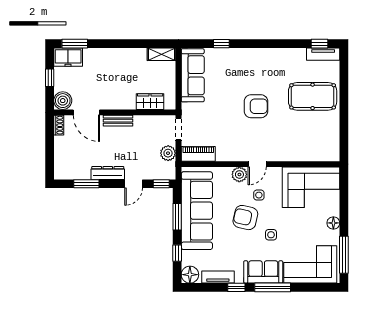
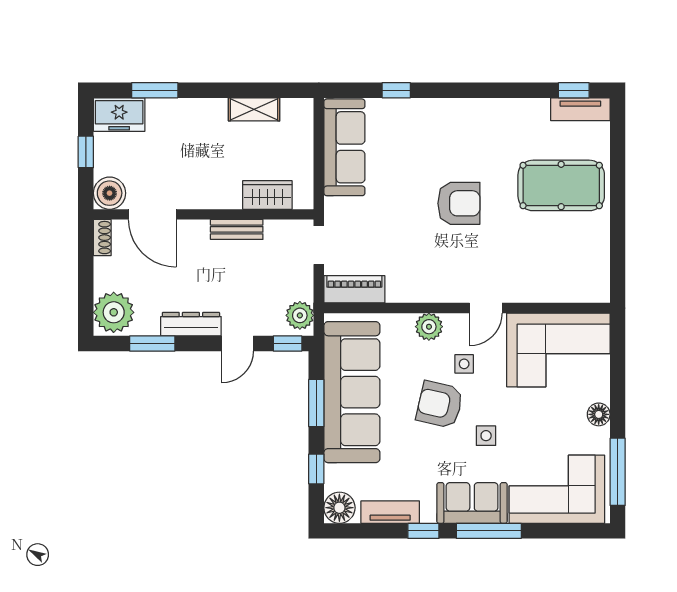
window: (75, 44) -> (155, 90), moved
shelving: (162, 54) -> (254, 109), moved
bench: (118, 121) -> (237, 229), moved
plant: (168, 153) -> (300, 315), moved
door: (257, 164) -> (486, 308), moved
plant: (65, 167) -> (114, 312), added

